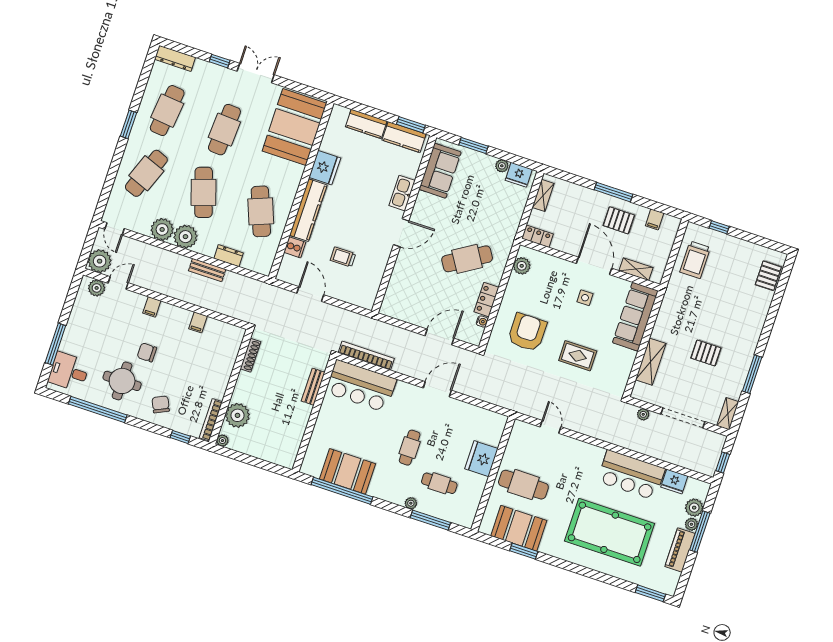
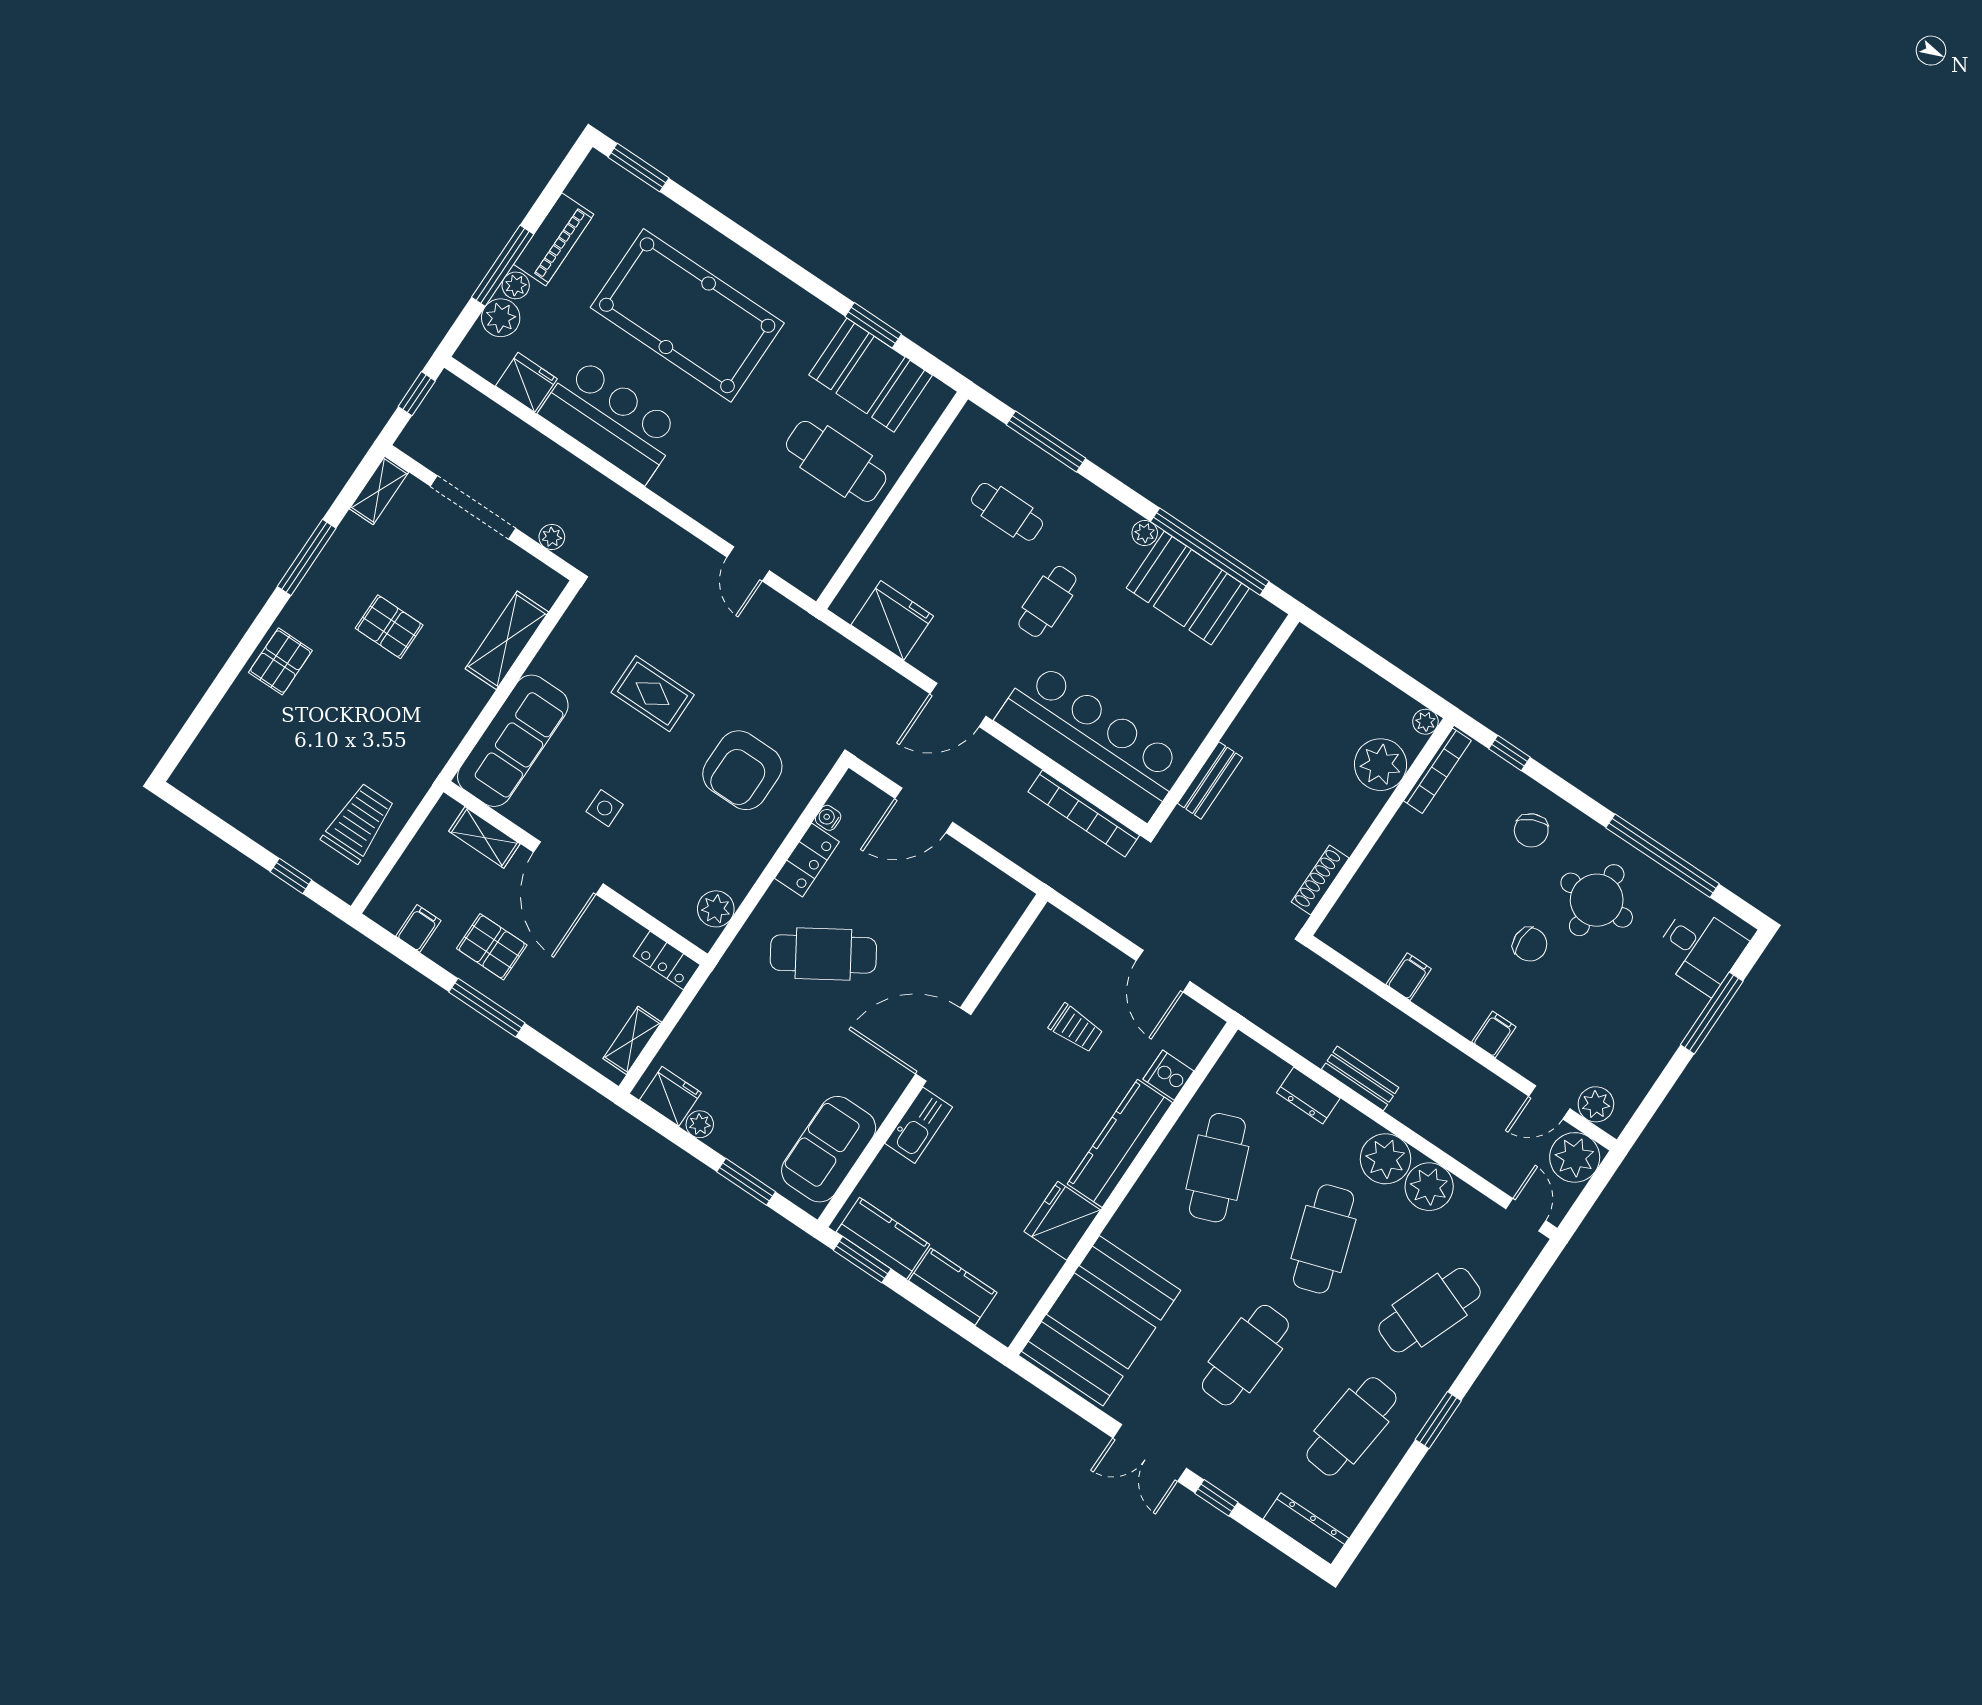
door: (401, 233) -> (943, 1044), width x1.36
pallet: (768, 276) -> (280, 661), moved
bar counter: (361, 386) -> (1091, 741), width x1.36
fridge: (481, 459) -> (892, 620), moved, turned -90
plant: (411, 503) -> (1145, 533), moved

